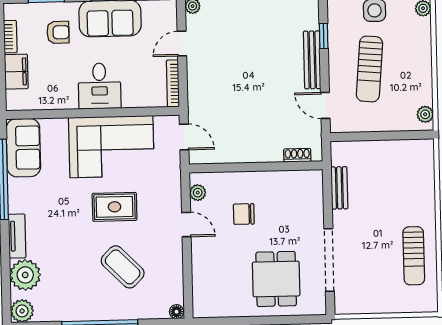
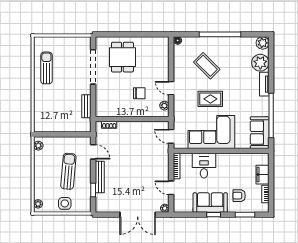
door: (182, 44) -> (171, 188), swing flipped
desk: (99, 86) -> (204, 166), moved

